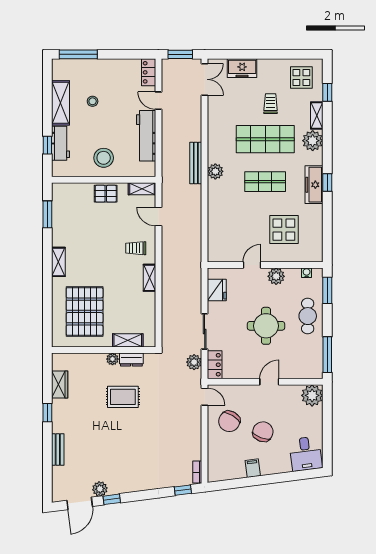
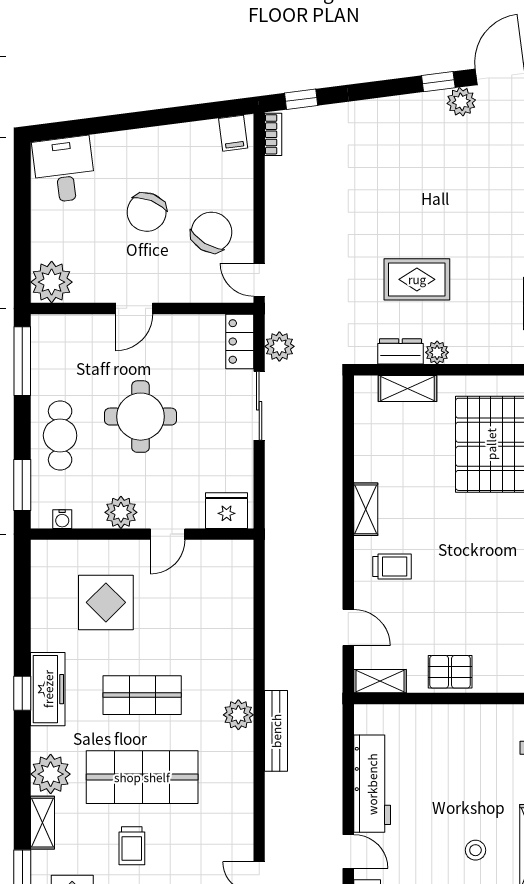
stool: (104, 158) -> (454, 741), removed
fridge: (217, 290) -> (227, 511), moved, turned 90
filing cabinet: (253, 468) -> (233, 133), moved

